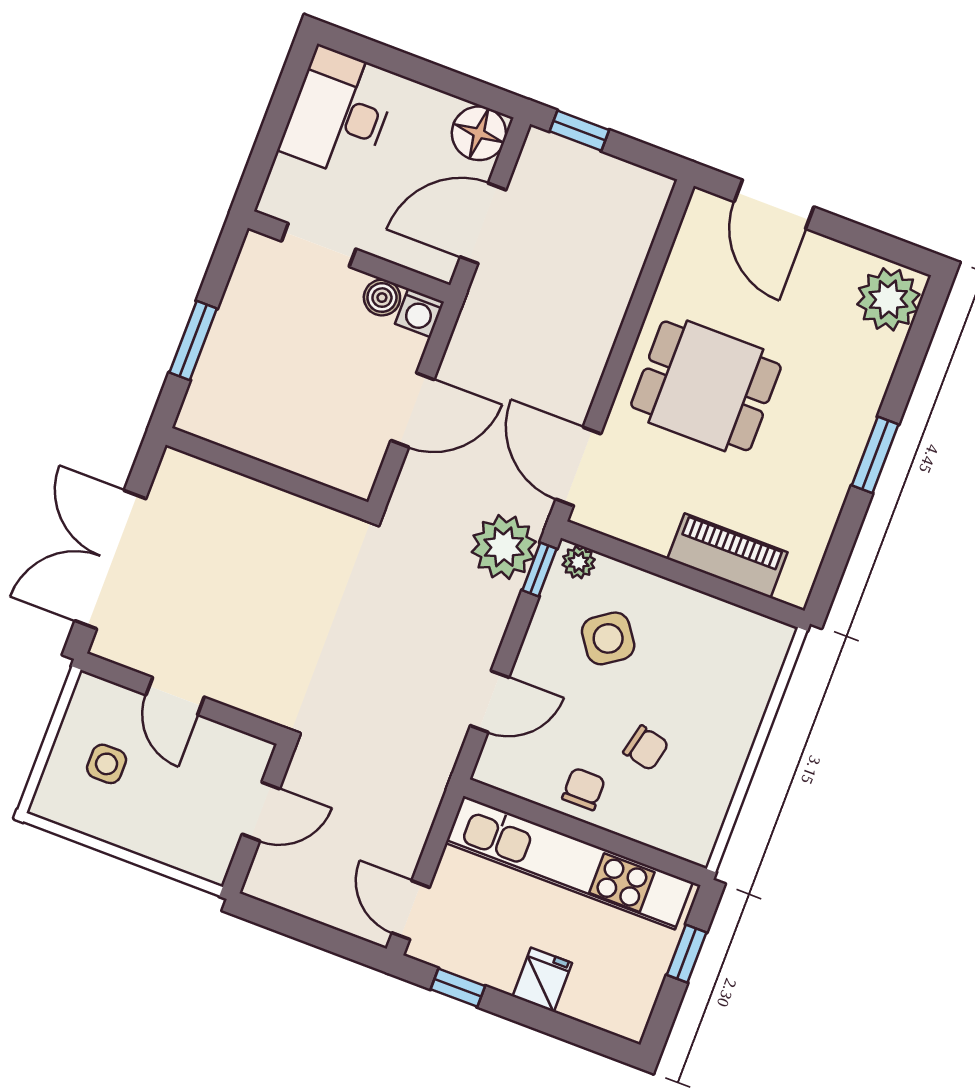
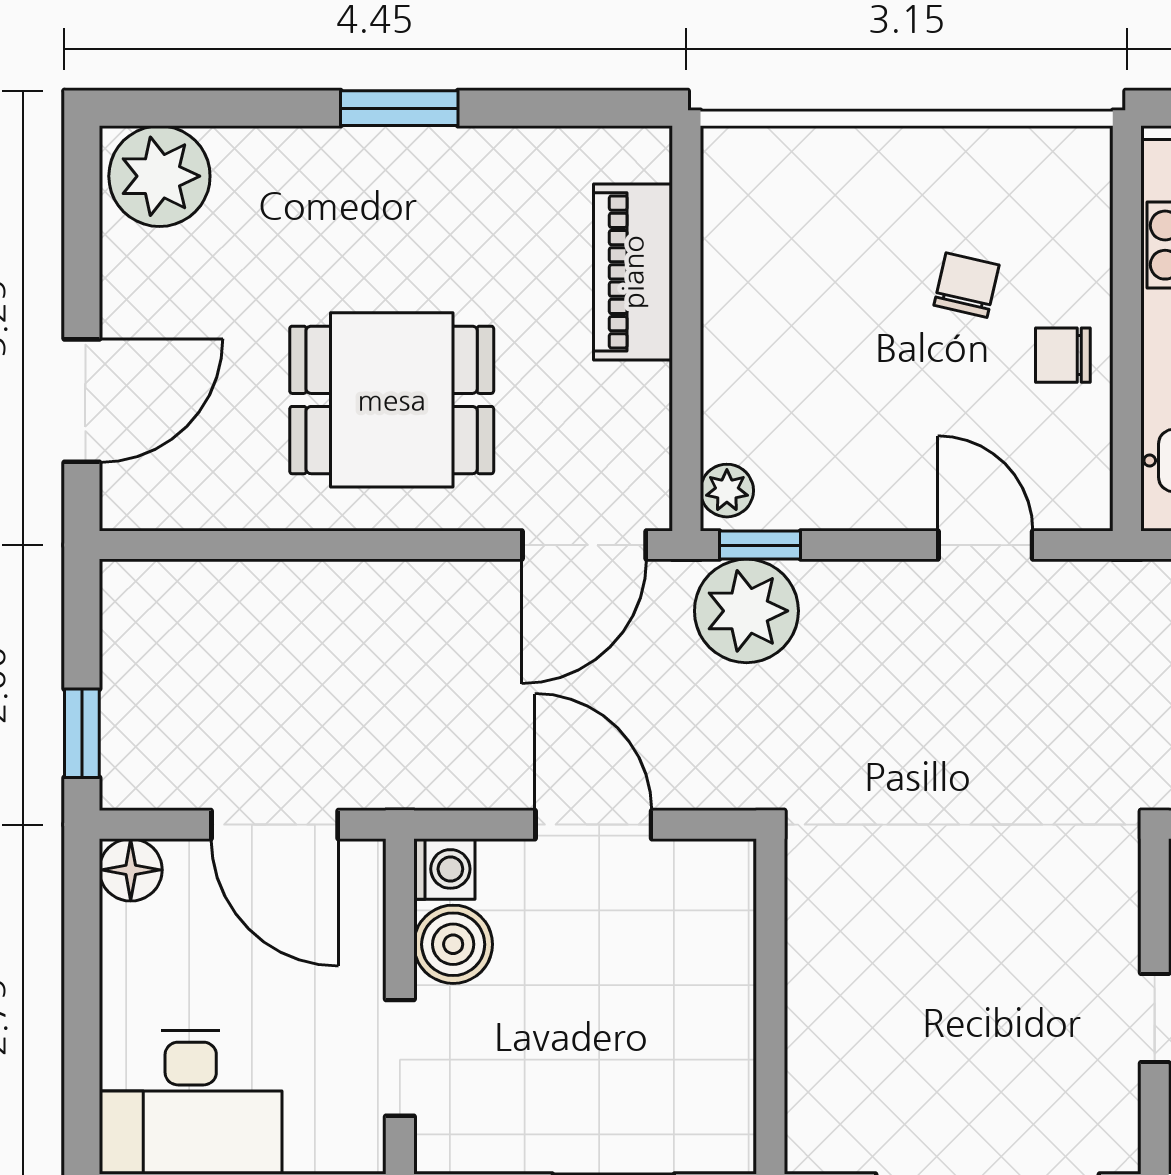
floor lamp: (479, 133) -> (131, 870), width x0.73, depth x0.73
boiler: (382, 298) -> (453, 944), width x1.36, depth x1.36
dining table: (706, 386) -> (392, 400), turned 90
side table: (608, 638) -> (824, 404), removed

